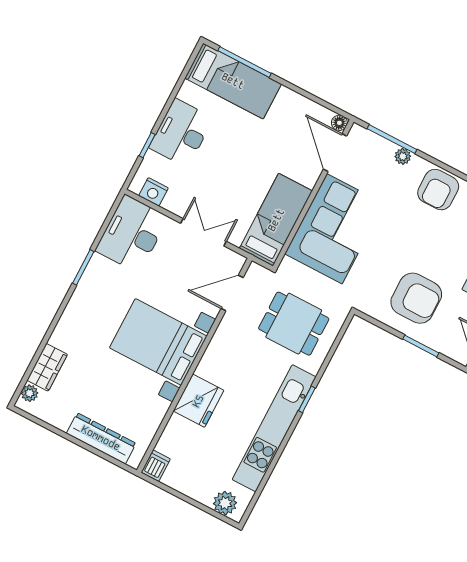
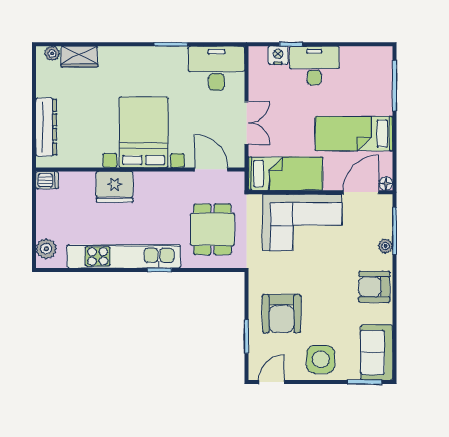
bed: (233, 81) -> (354, 134), moved, turned 90
nightstand: (153, 192) -> (278, 55), moved, turned 90

